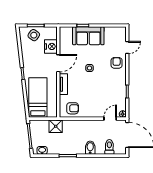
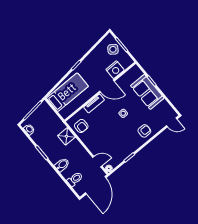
door: (127, 48) -> (172, 122), moved
shower: (56, 126) -> (66, 136), moved

